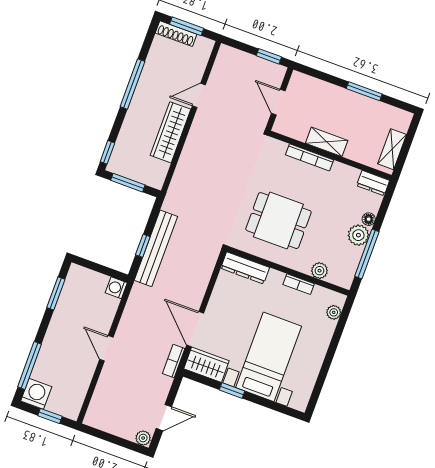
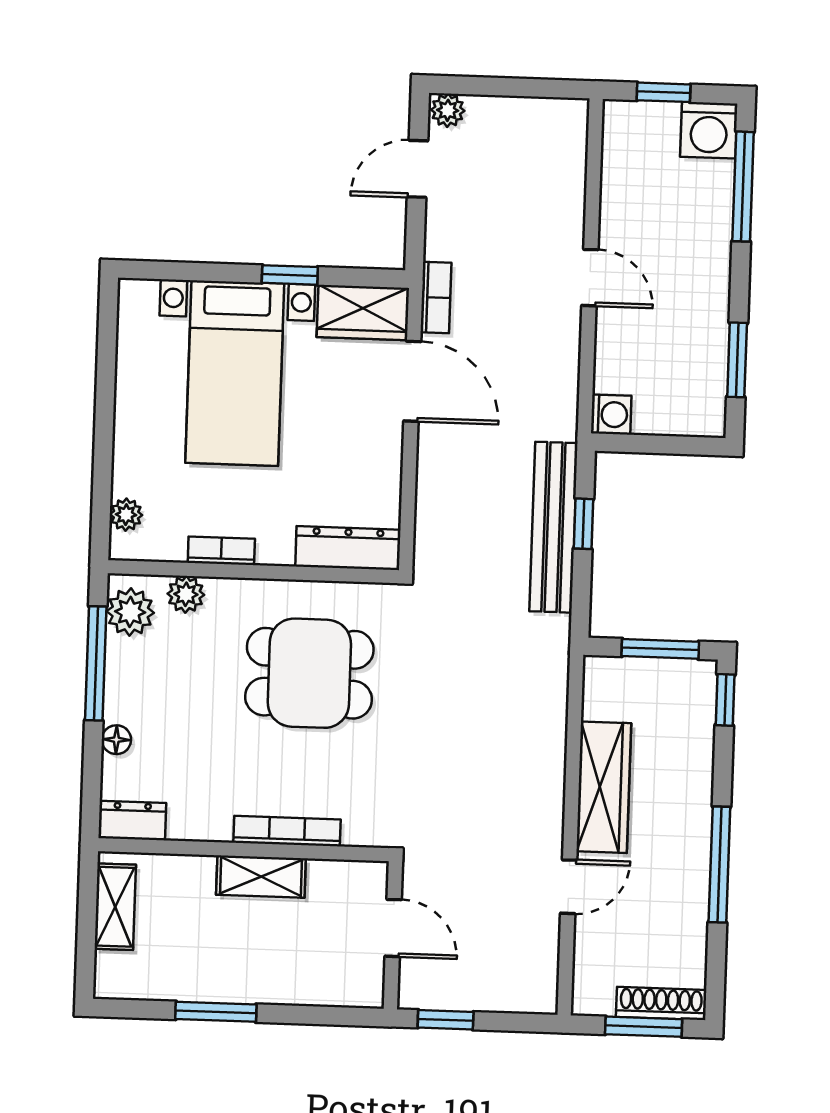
plant: (358, 235) -> (130, 612), moved

